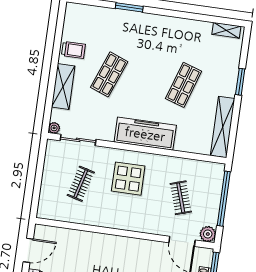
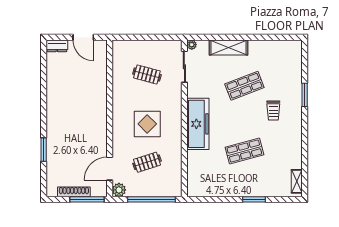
trolley: (73, 50) -> (273, 110), moved
shop shelf: (109, 74) -> (244, 86), turned -42
shop shelf: (184, 85) -> (244, 151), turned -33
shelving: (223, 127) -> (213, 190), removed
display table: (128, 179) -> (147, 124), moved

